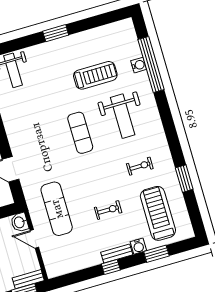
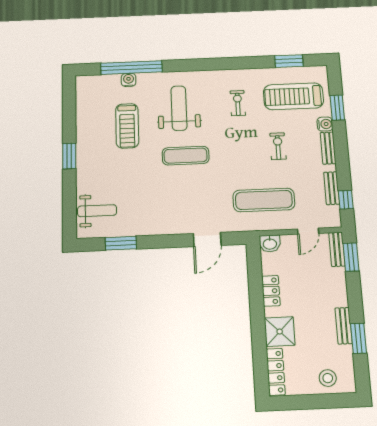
treadmill: (95, 75) -> (127, 126), turned 180
weight bench: (123, 116) -> (179, 108), turned -90
window: (184, 179) -> (289, 61), moved
door: (34, 239) -> (308, 231), moved
bench: (81, 264) -> (332, 188), added
window: (111, 267) -> (346, 200), moved

